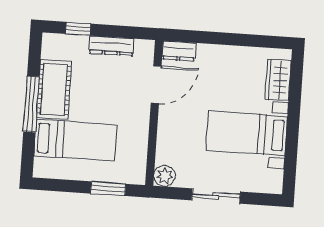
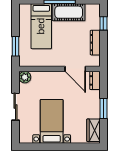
window: (230, 39) -> (103, 109), added
wardrobe: (278, 80) -> (94, 130), moved, turned -90

